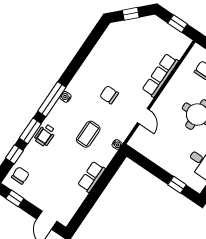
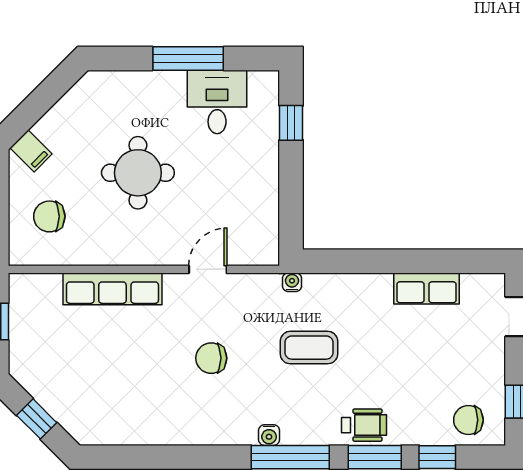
chair: (109, 95) -> (211, 358), turned 90
row of seats: (92, 177) -> (426, 289), moved

